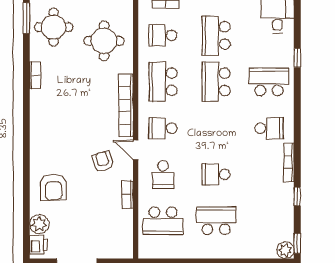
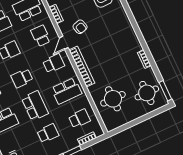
school desk: (216, 35) -> (48, 133), width x0.54
school desk: (163, 82) -> (66, 91), turned 90
school desk: (216, 128) -> (22, 78), added
door: (136, 150) -> (64, 43), swing flipped

